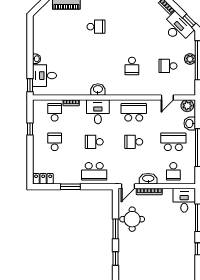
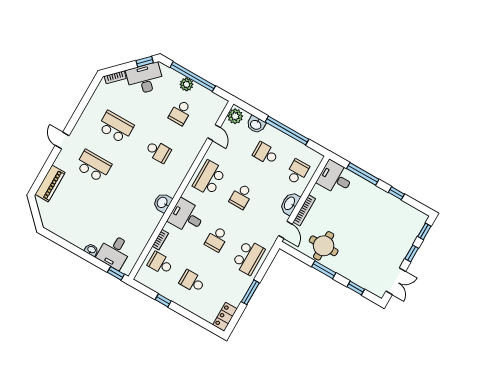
school desk: (96, 27) -> (93, 166), width x1.85
school desk: (132, 27) -> (116, 127), added
school desk: (173, 142) -> (266, 154), width x0.54
school desk: (173, 171) -> (297, 172), turned -90

